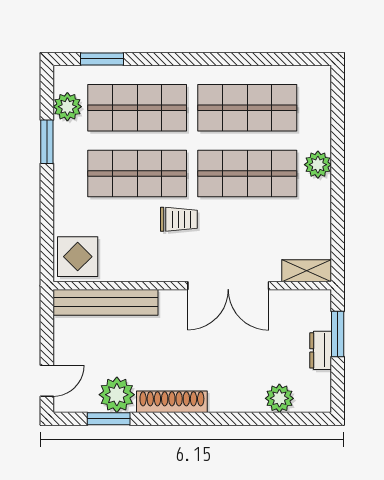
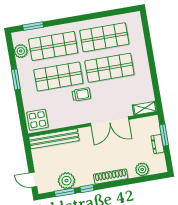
window: (47, 142) -> (16, 79), moved
plant: (318, 165) -> (141, 58), removed
door: (47, 381) -> (33, 180), swing flipped
shoe rack: (172, 402) -> (111, 176), moved
window: (157, 419) -> (87, 189), added

